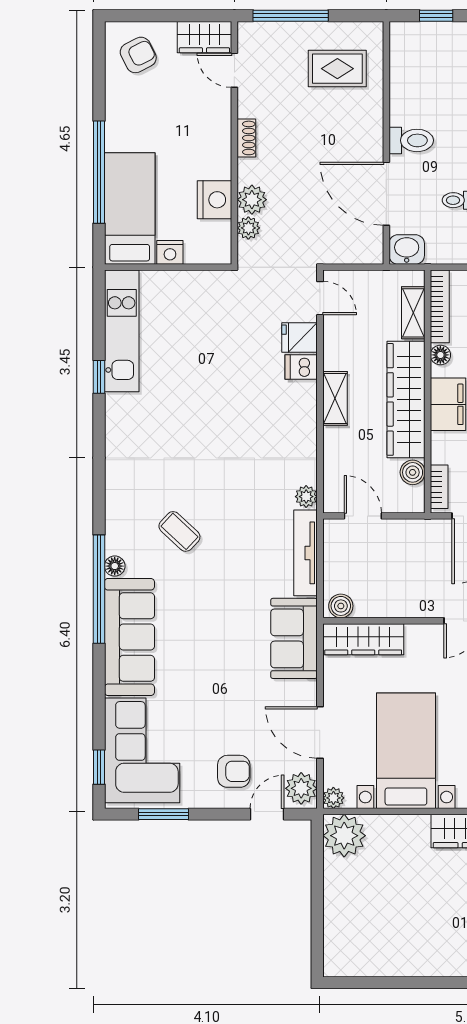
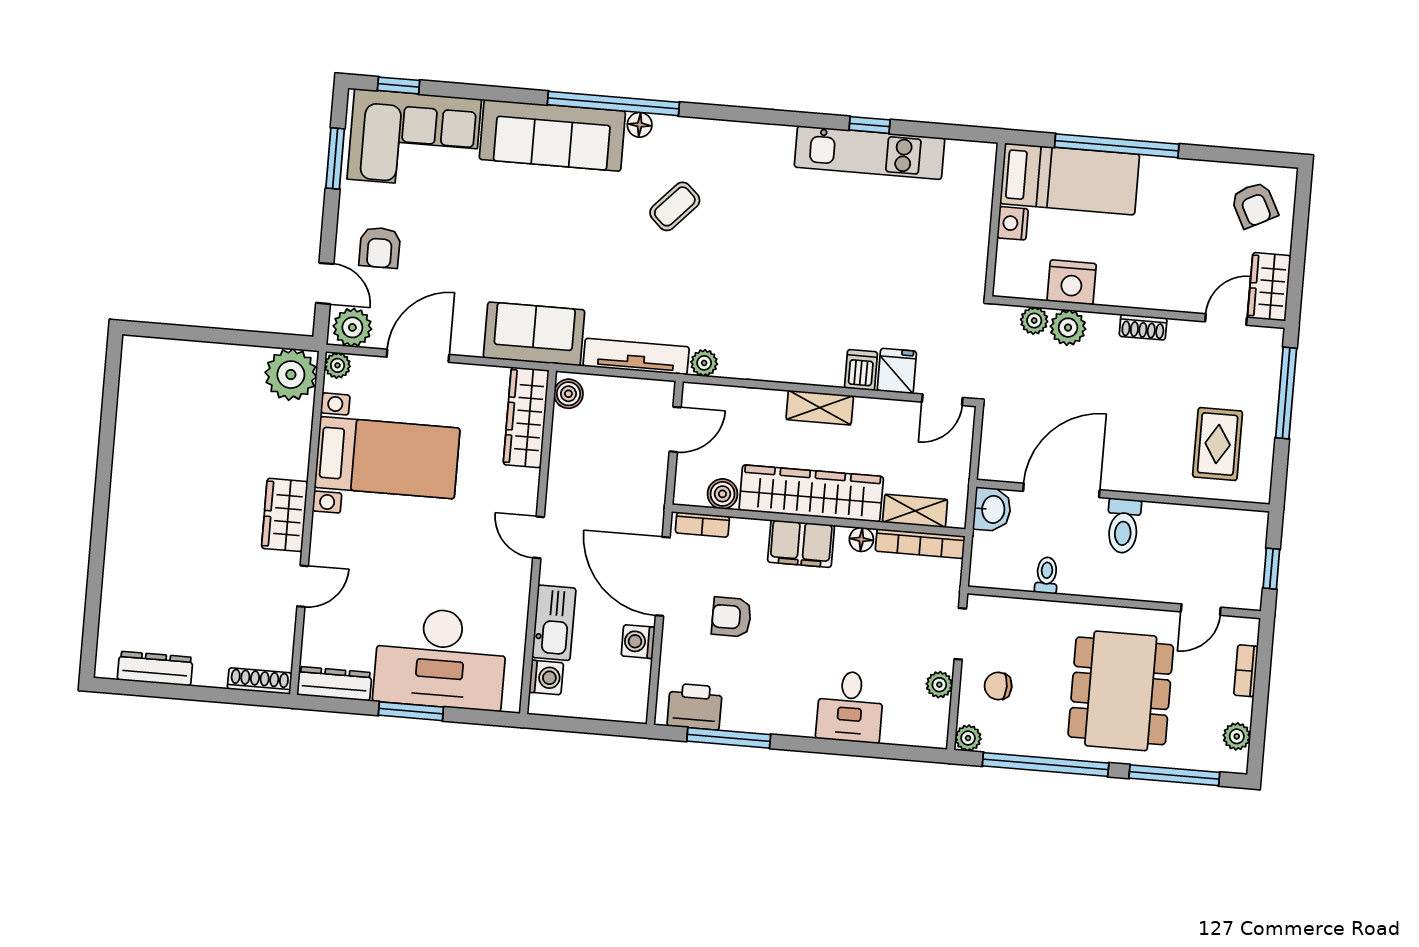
kitchen unit: (122, 331) -> (870, 153), moved

